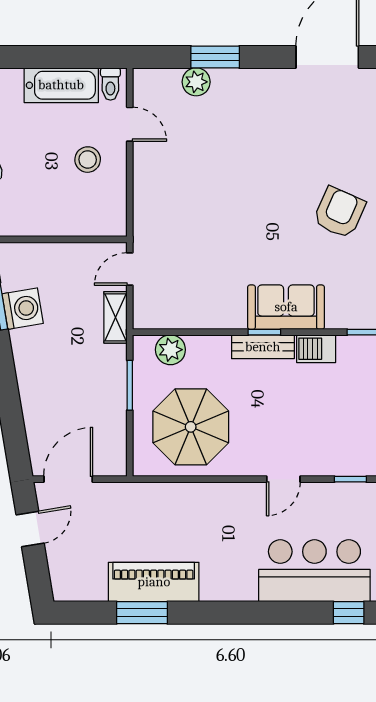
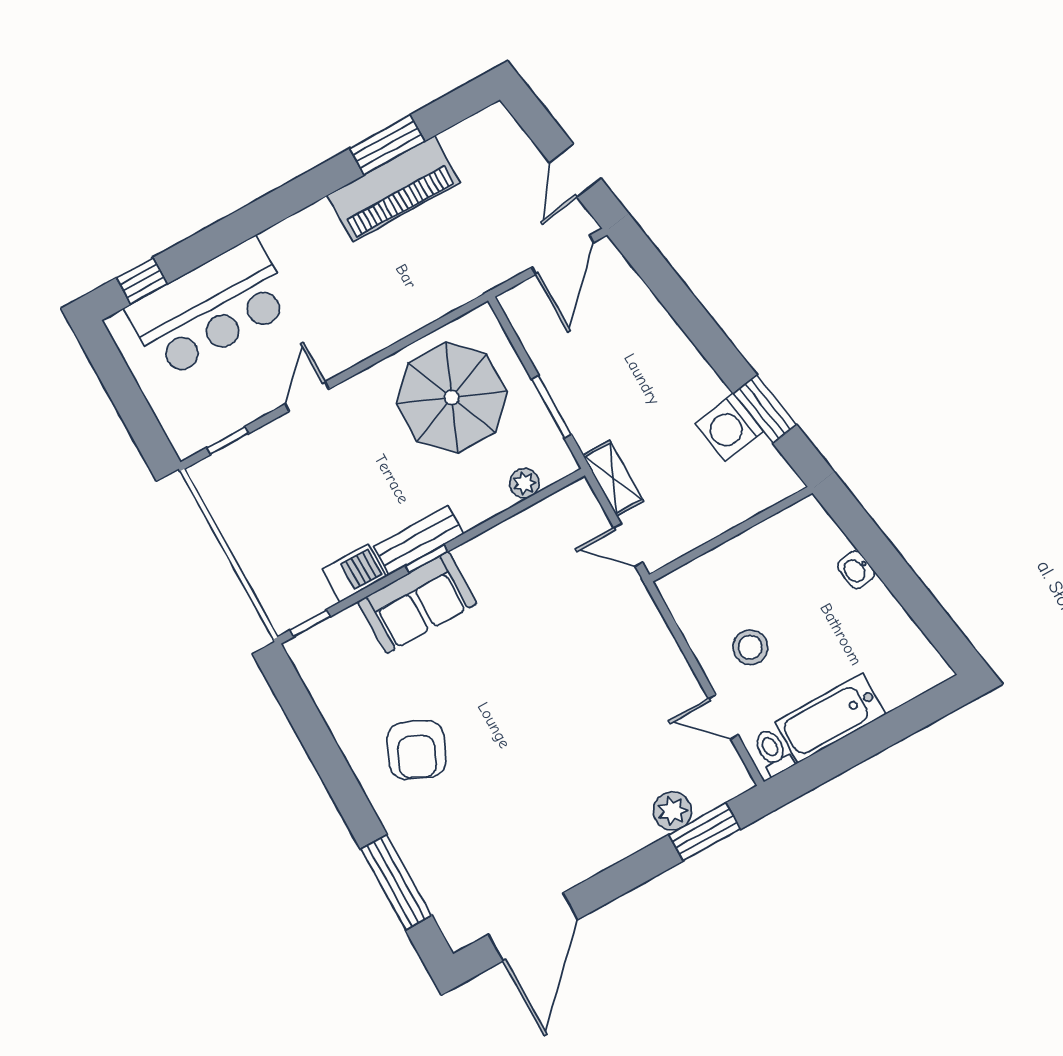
window: (215, 57) -> (705, 832), moved
door: (130, 269) -> (628, 545), swing flipped
plant: (170, 350) -> (524, 483), width x0.73, depth x0.73

